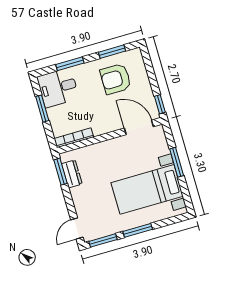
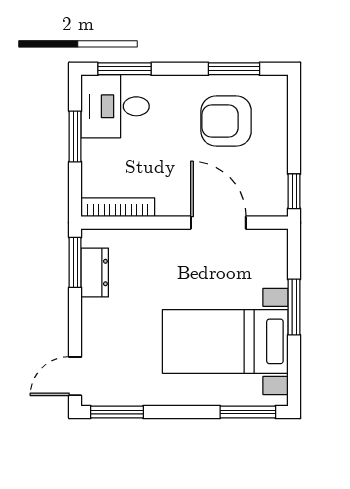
window: (70, 64) -> (125, 69), moved
door: (139, 127) -> (218, 223), moved
window: (138, 230) -> (248, 412), moved

